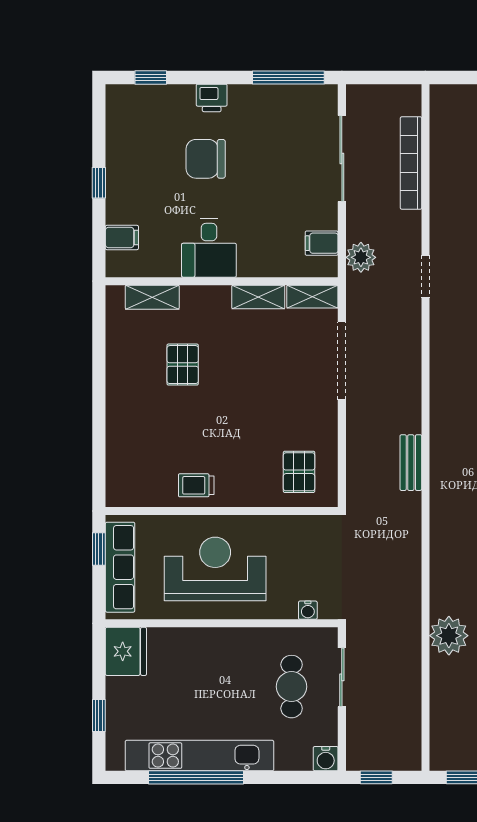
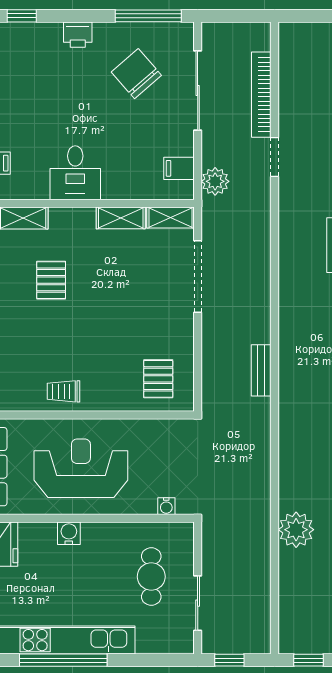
chair: (206, 159) -> (136, 74), moved, turned 49
doorway: (425, 277) -> (275, 157), moved
sliding door: (342, 677) -> (198, 603), moved
water cooler: (326, 759) -> (69, 533), moved, turned 180

